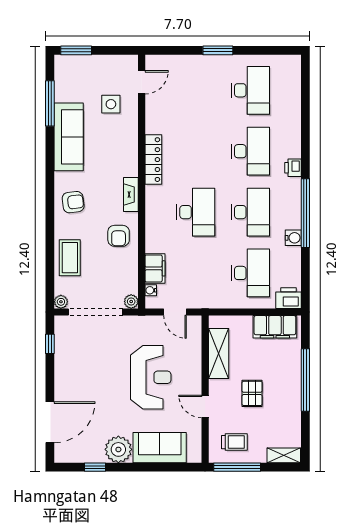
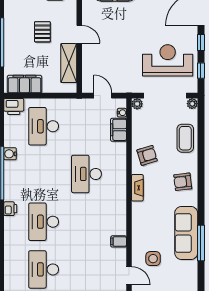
door: (142, 82) -> (129, 276), swing flipped
window: (50, 103) -> (201, 243), moved
filing cabinet: (155, 126) -> (119, 241), added
locker: (153, 160) -> (120, 215), removed
desk: (250, 212) -> (44, 174), removed
armchair: (119, 236) -> (147, 155), turned 73
reception desk: (151, 377) -> (168, 60), moved, turned 90
window: (50, 380) -> (201, 42), added
door: (205, 406) -> (79, 34), moved

